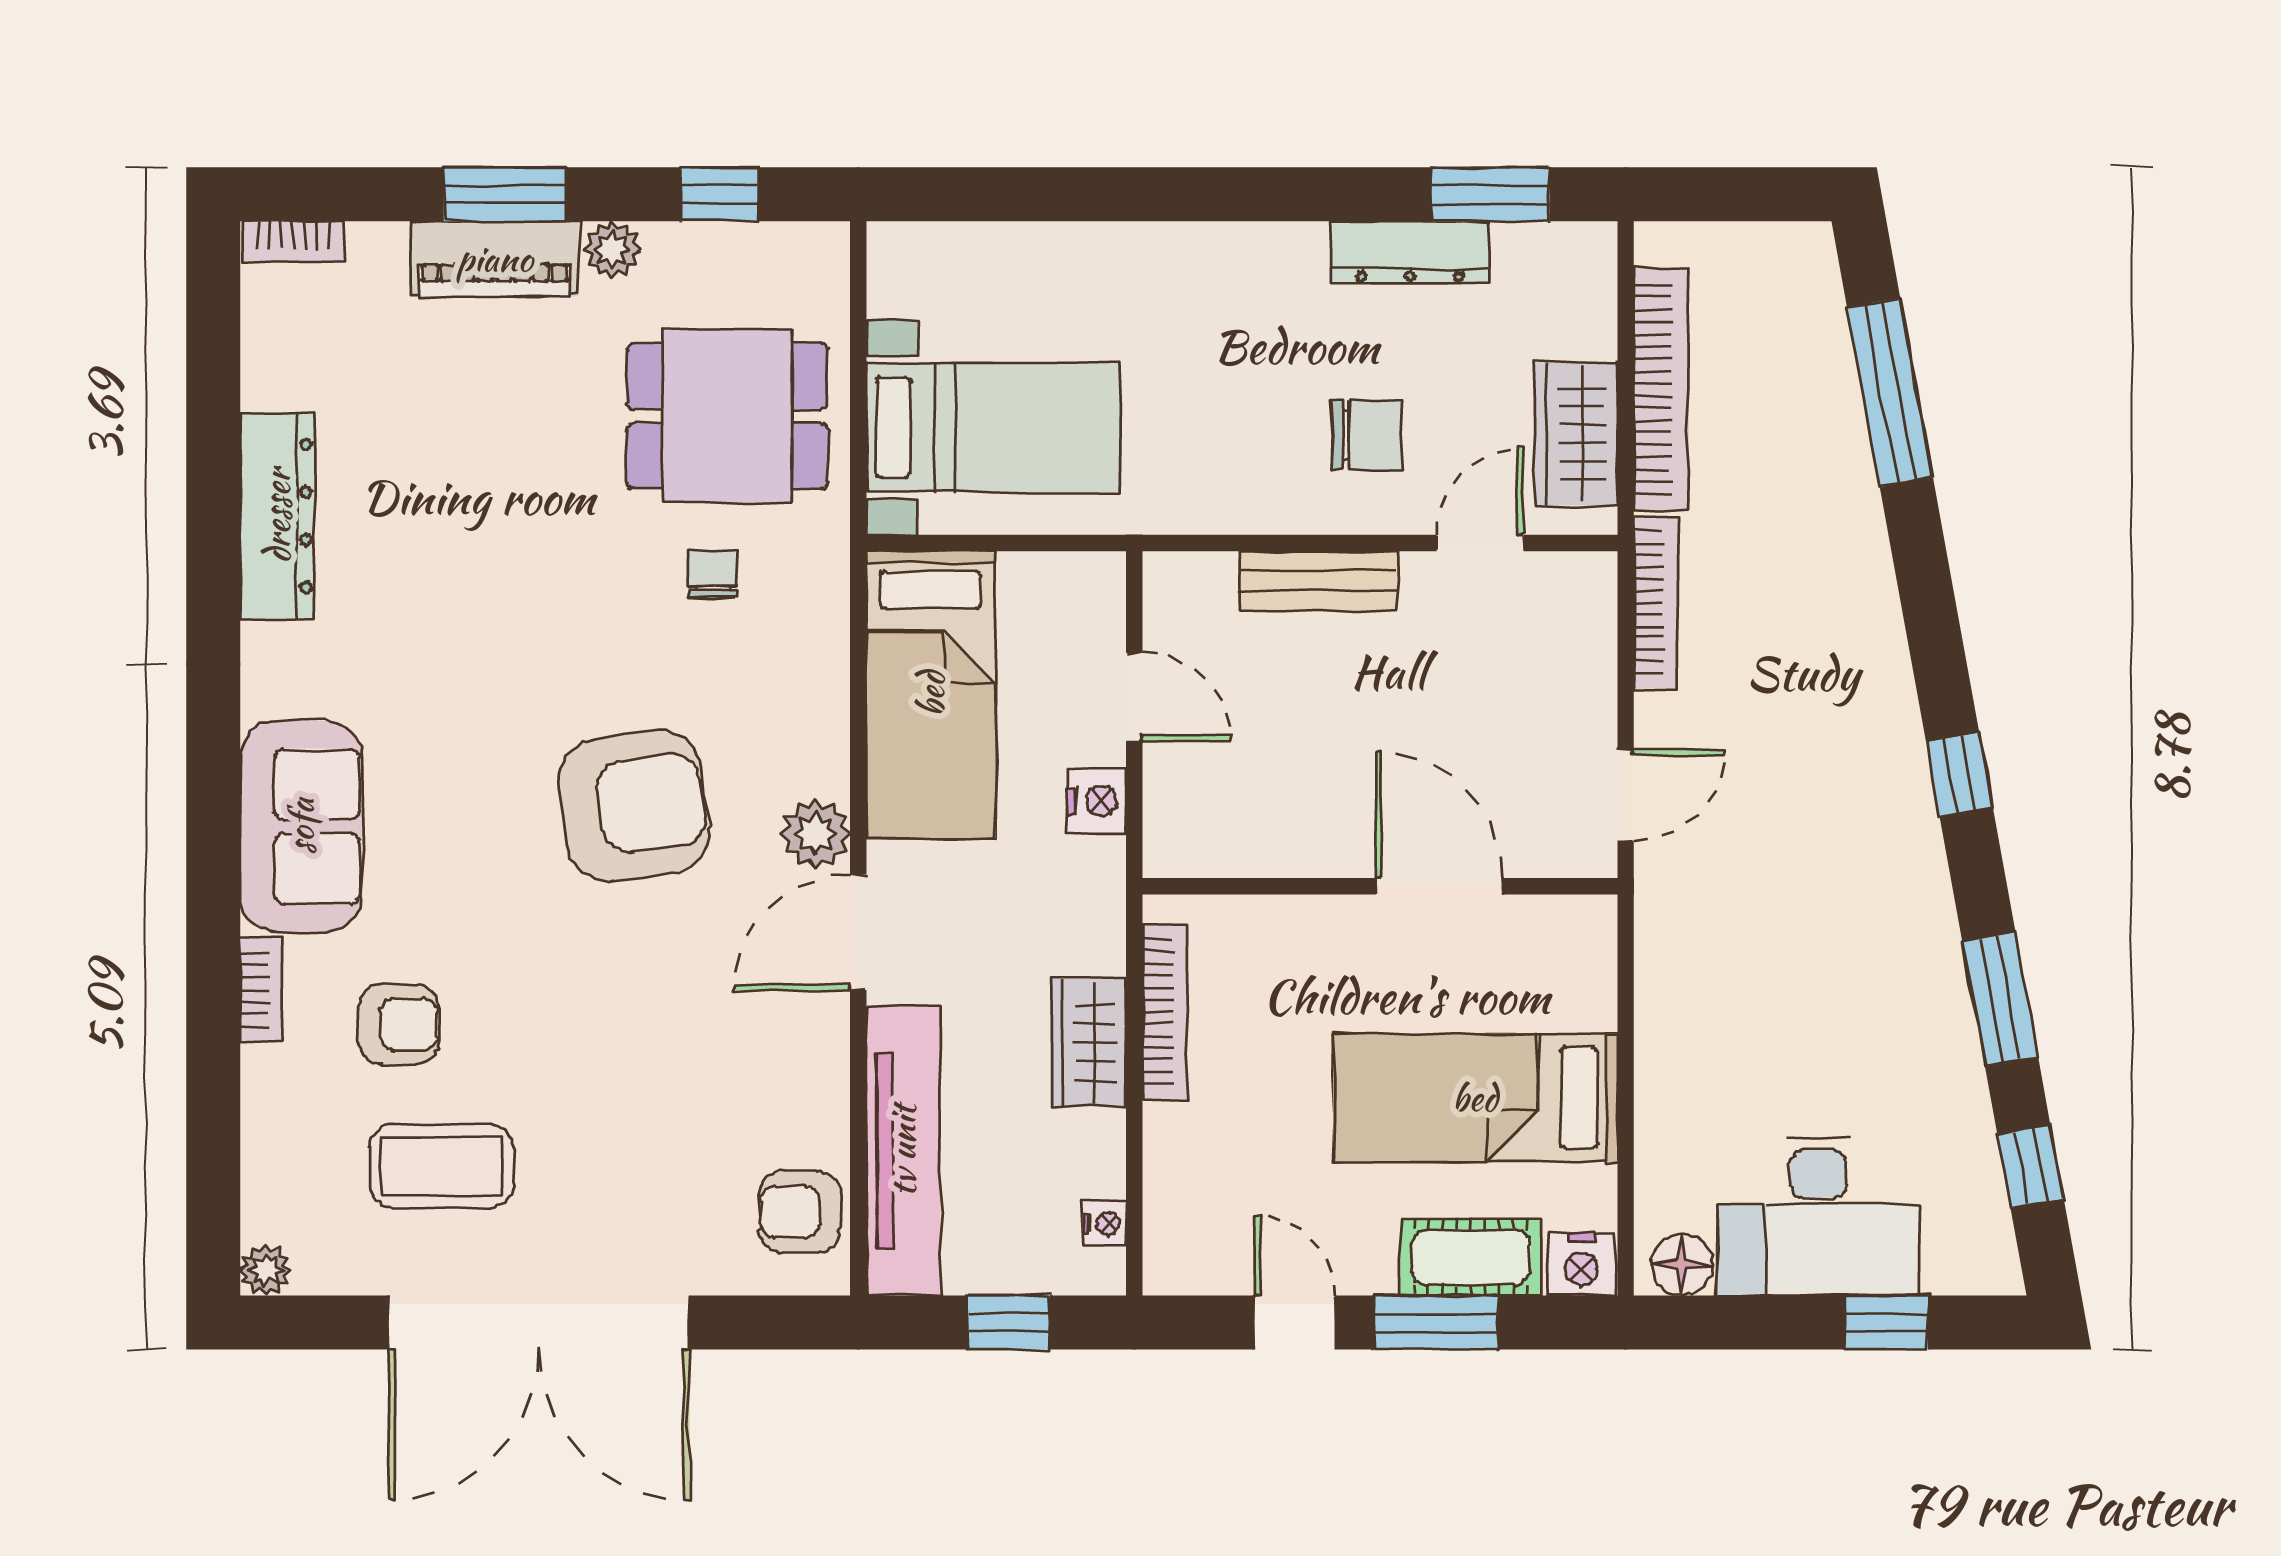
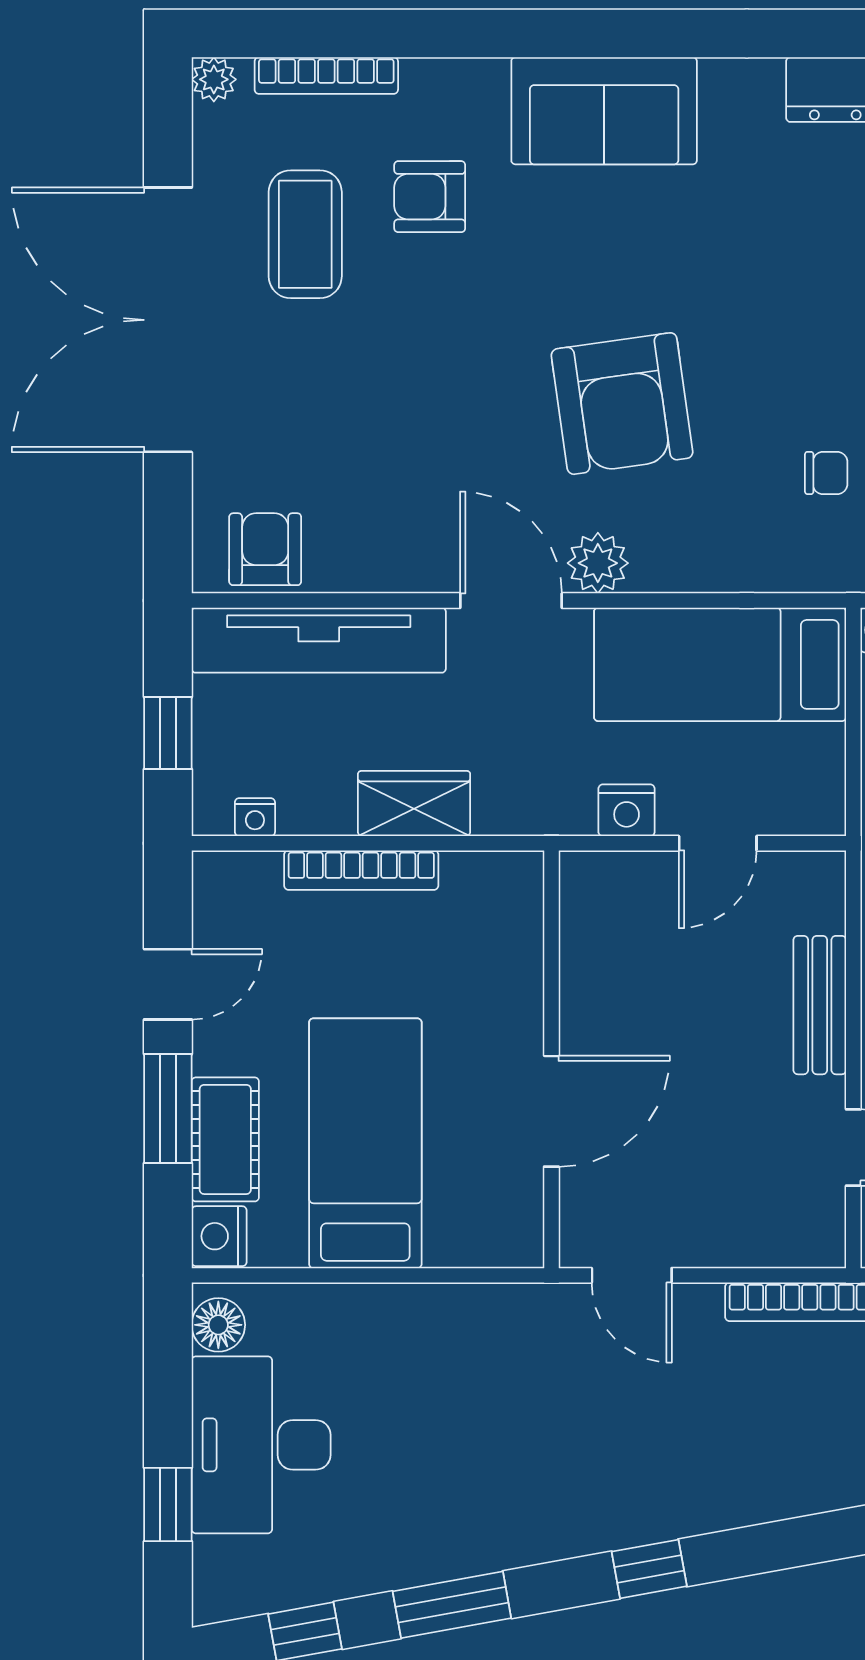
bookcase: (261, 990) -> (326, 75), moved, width x1.56
bookcase: (1165, 1012) -> (361, 870), moved
armchair: (399, 1025) -> (430, 197), turned 90

